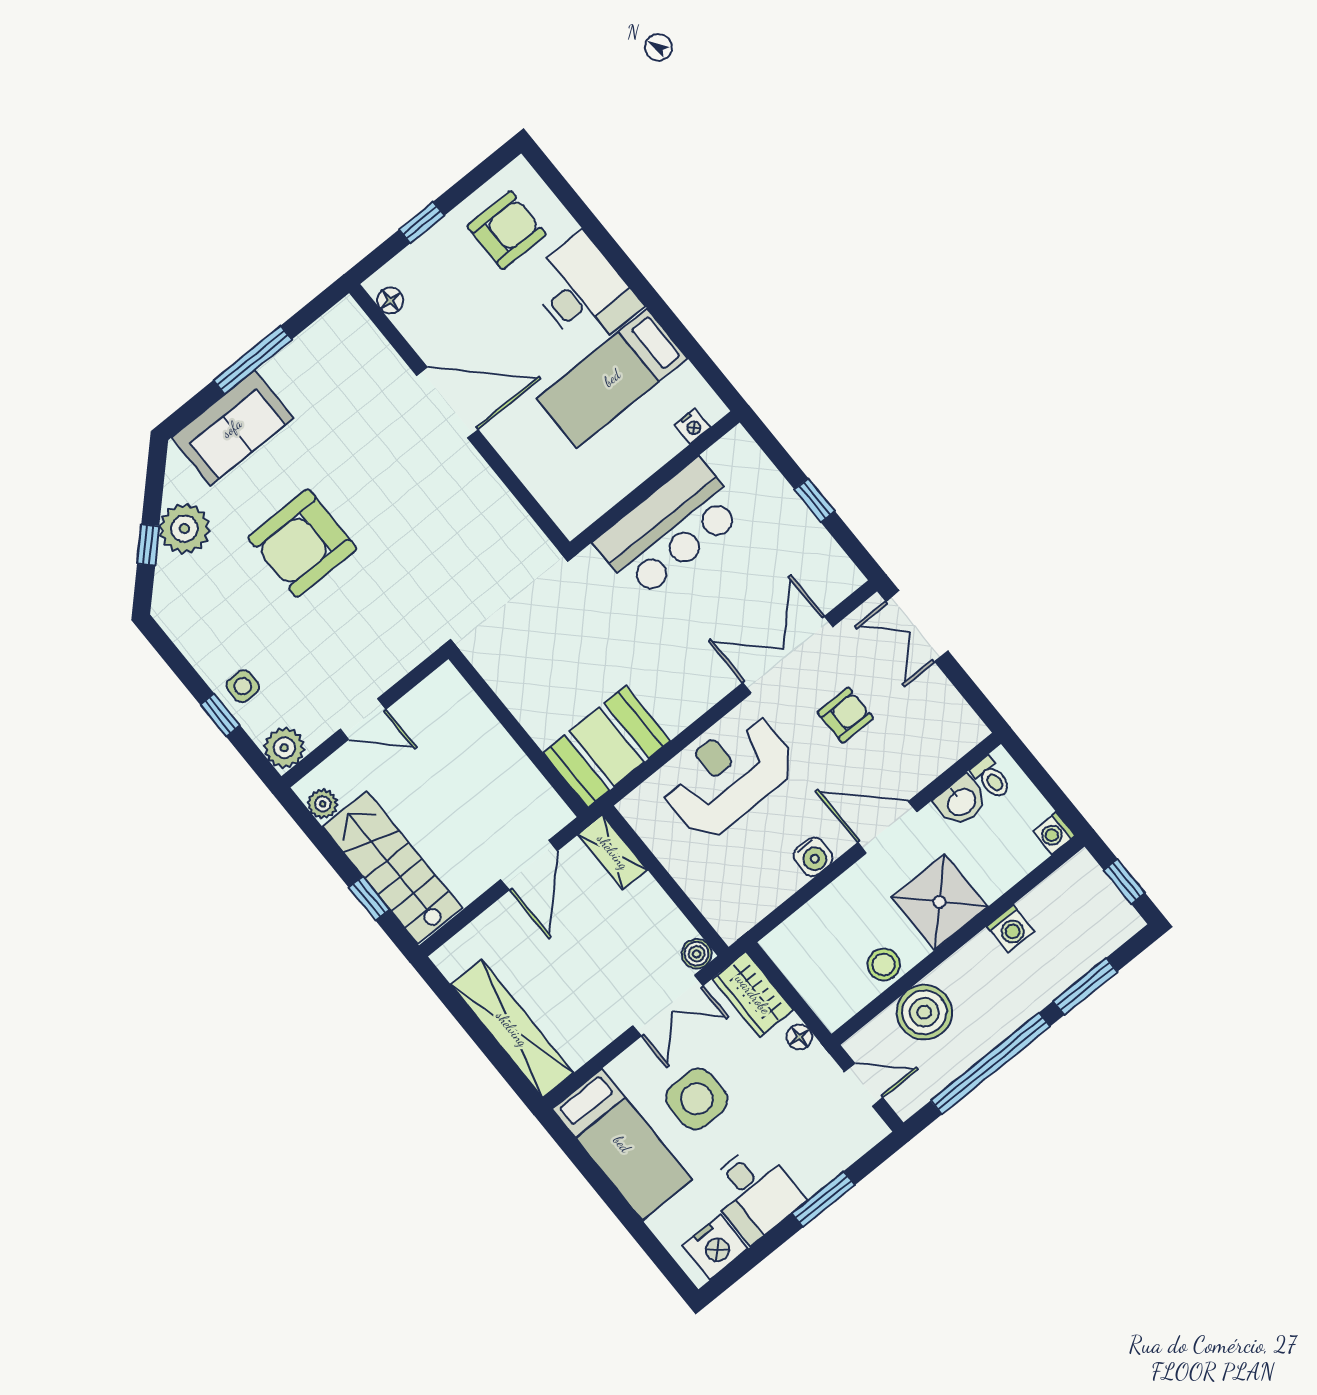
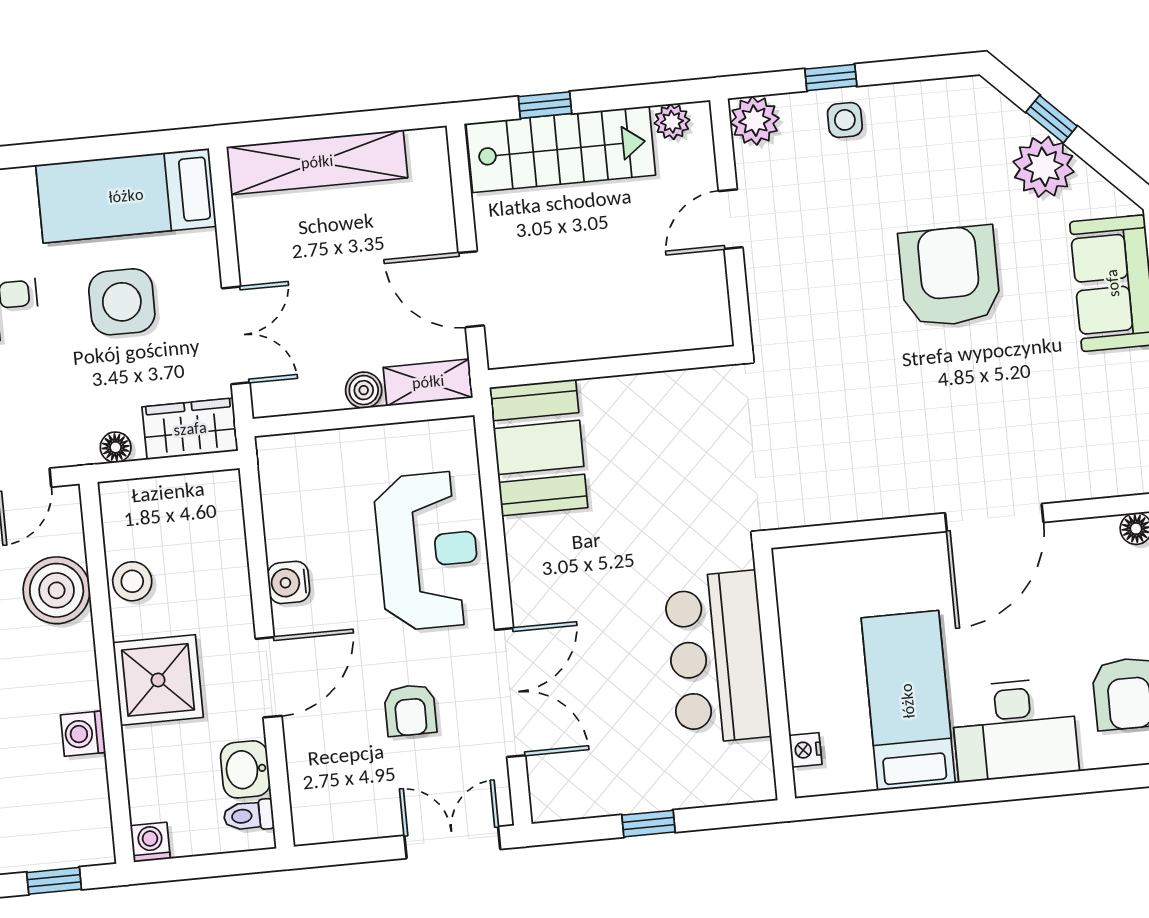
boiler: (697, 954) -> (364, 390), moved
double door: (668, 1006) -> (236, 335), swing flipped

